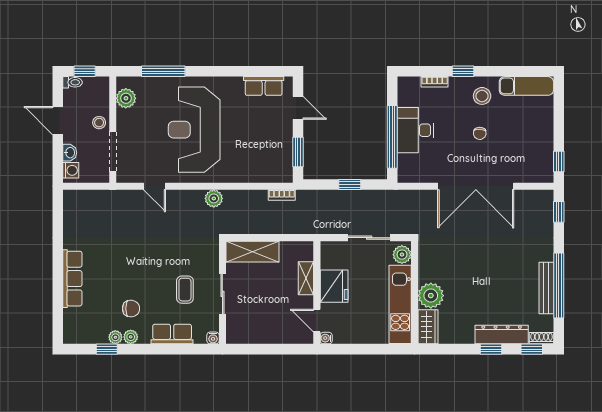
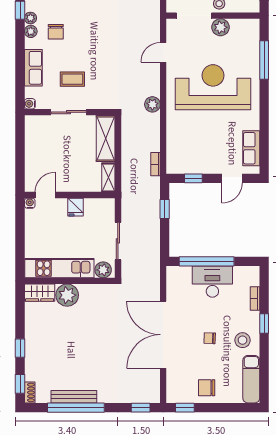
plant: (126, 98) -> (220, 27), moved
chair: (536, 137) -> (207, 388), added
window: (298, 152) -> (193, 178), width x0.67
window: (350, 184) -> (165, 209), moved
shelving: (306, 278) -> (108, 177), moved, turned 90
fridge: (334, 286) -> (75, 207), width x0.53, depth x0.75
dresser: (502, 335) -> (33, 357), removed

